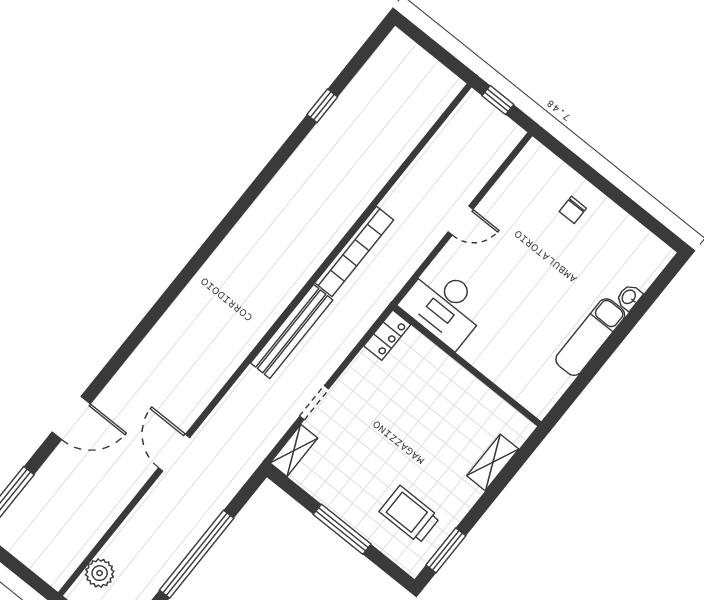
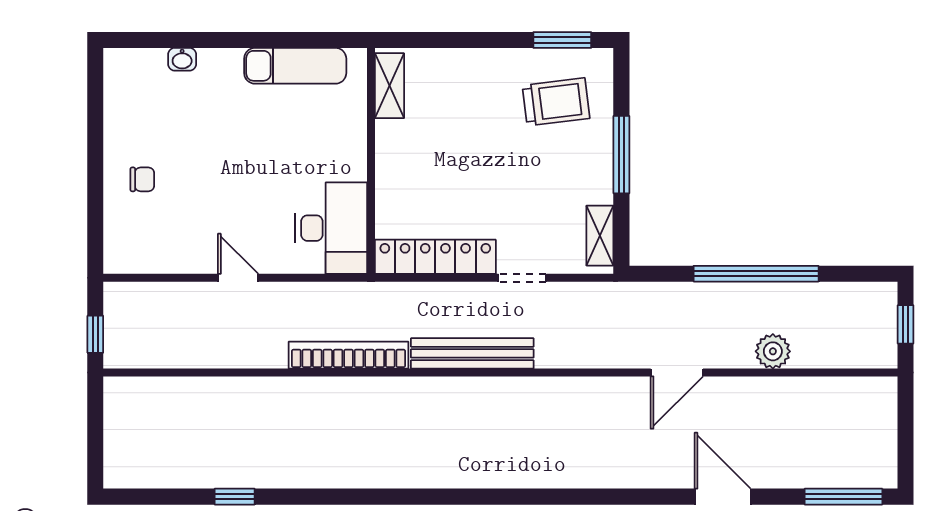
locker: (387, 335) -> (435, 257), width x2.16, depth x1.21
exam couch: (590, 337) -> (295, 66), moved
shelving: (294, 450) -> (600, 236), moved, turned 90
shelving: (493, 462) -> (389, 86), moved, turned 90
trolley: (410, 514) -> (556, 102), turned -97
plant: (100, 573) -> (773, 351), moved

